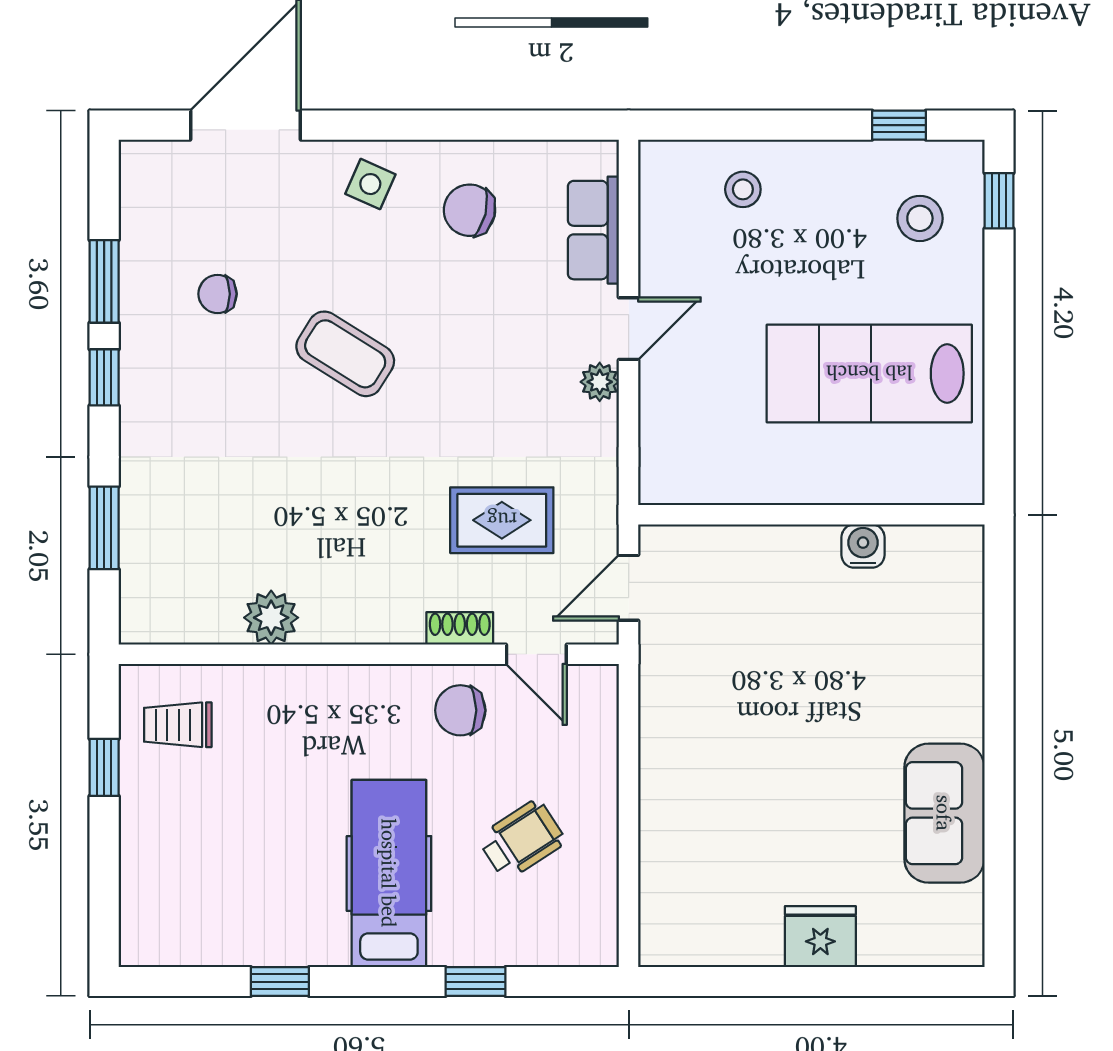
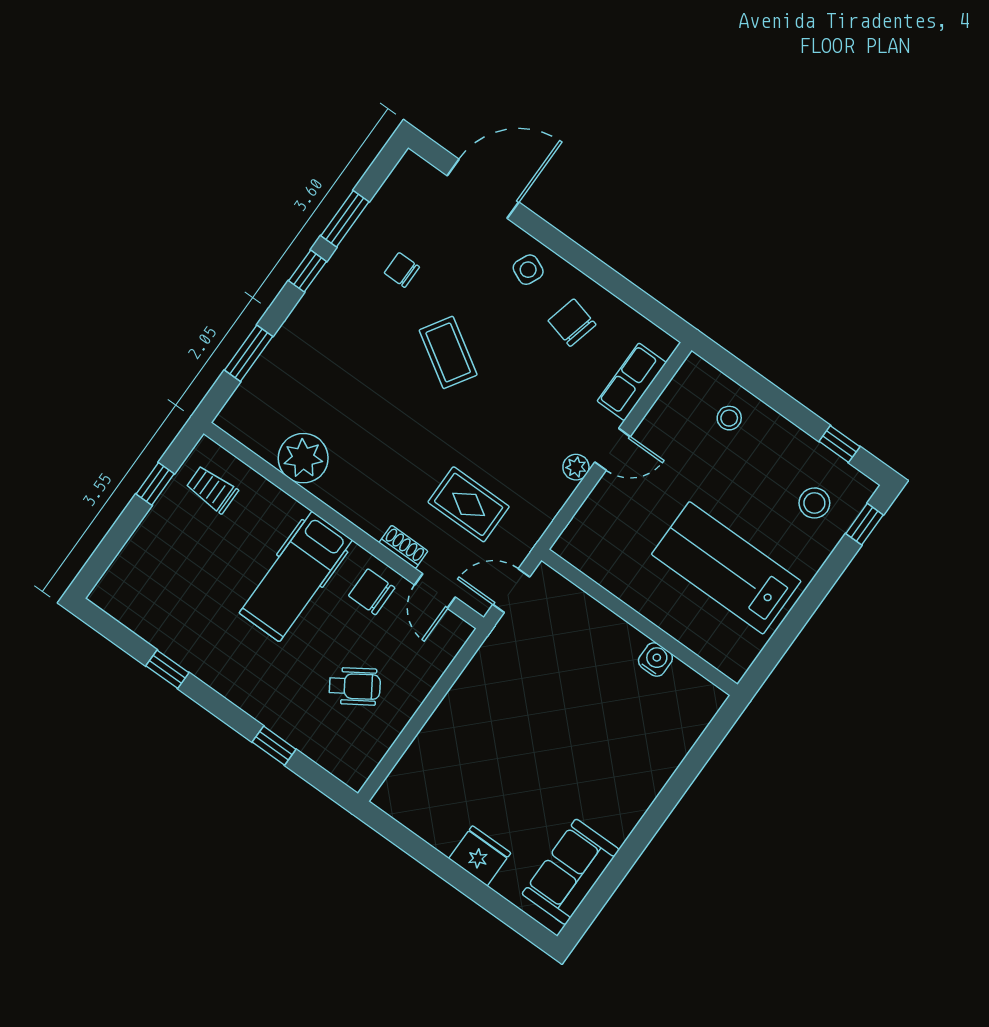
plant: (271, 618) -> (303, 458), width x1.36, depth x1.36
sofa: (944, 813) -> (571, 872), moved
hospital bed: (389, 873) -> (296, 576), moved, turned 180

